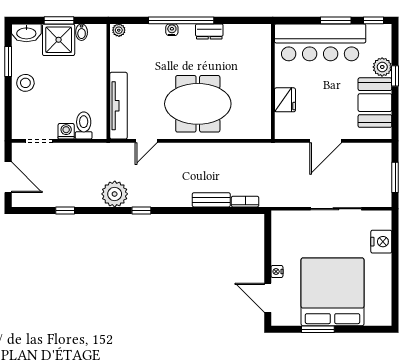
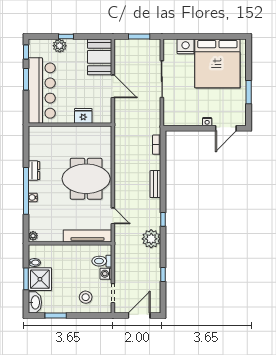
stool: (25, 83) -> (86, 297), moved
booth: (375, 103) -> (100, 57), moved, turned 90
meeting table: (198, 104) -> (86, 179), turned 90
bench: (211, 200) -> (155, 184), moved
bed: (332, 292) -> (217, 63), moved, turned -90

